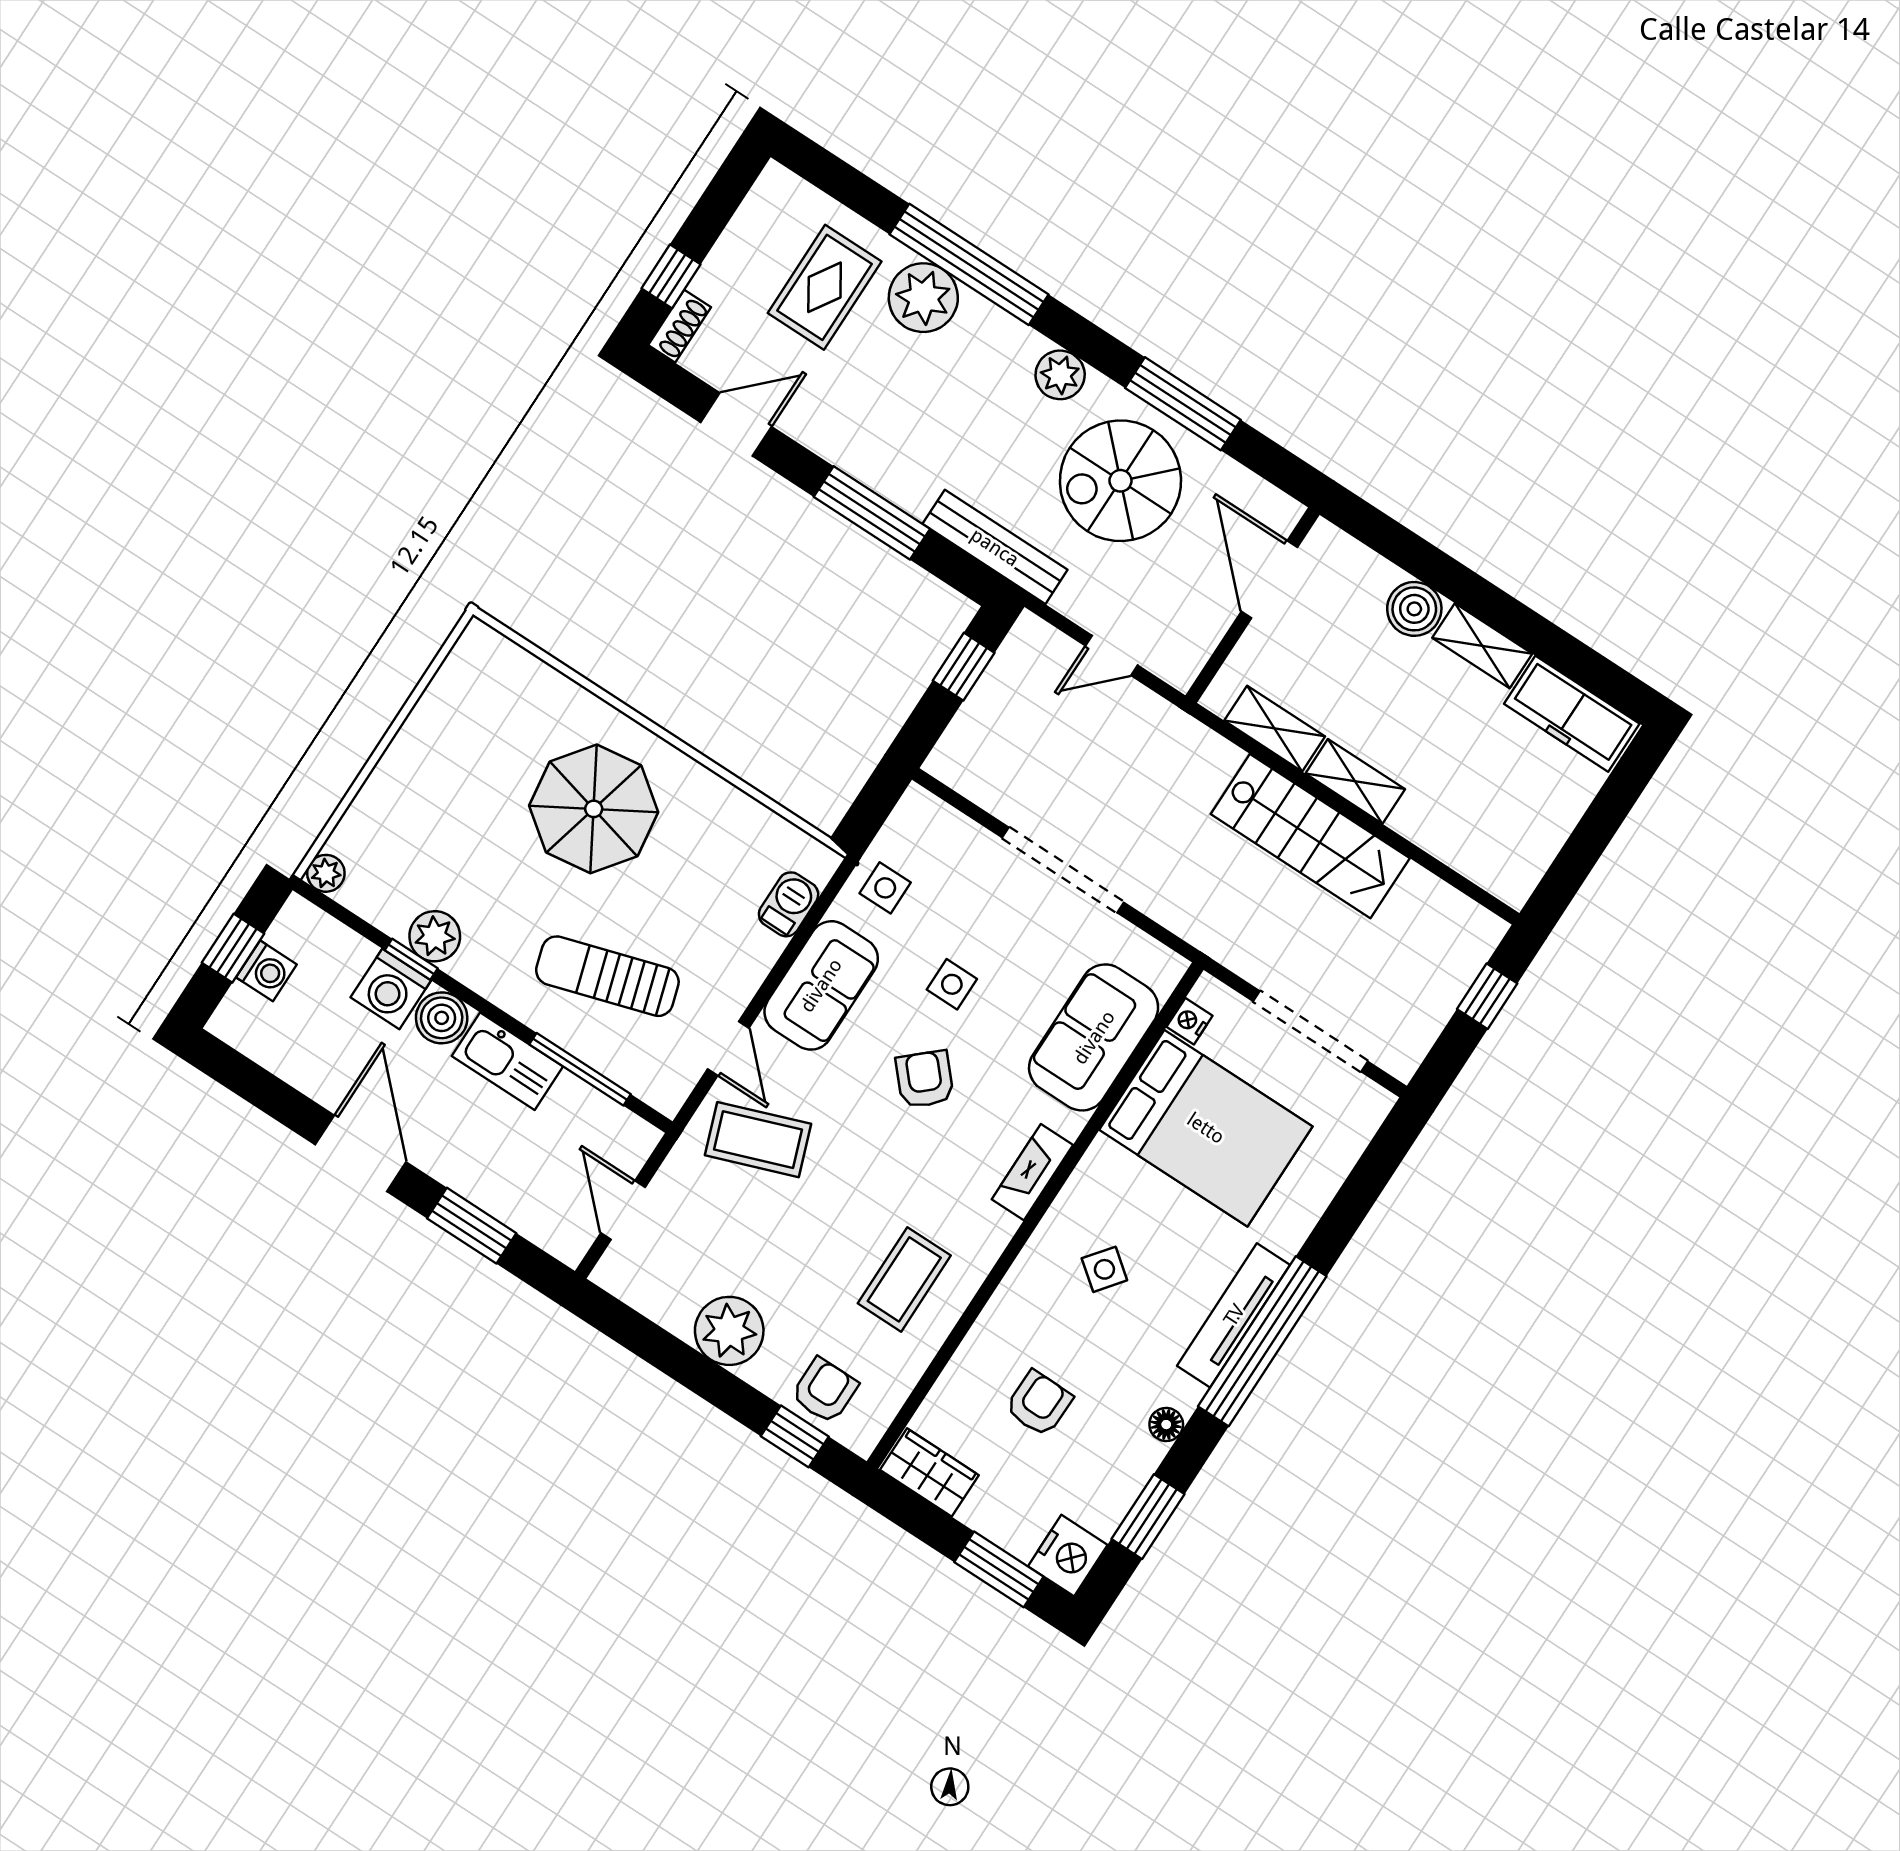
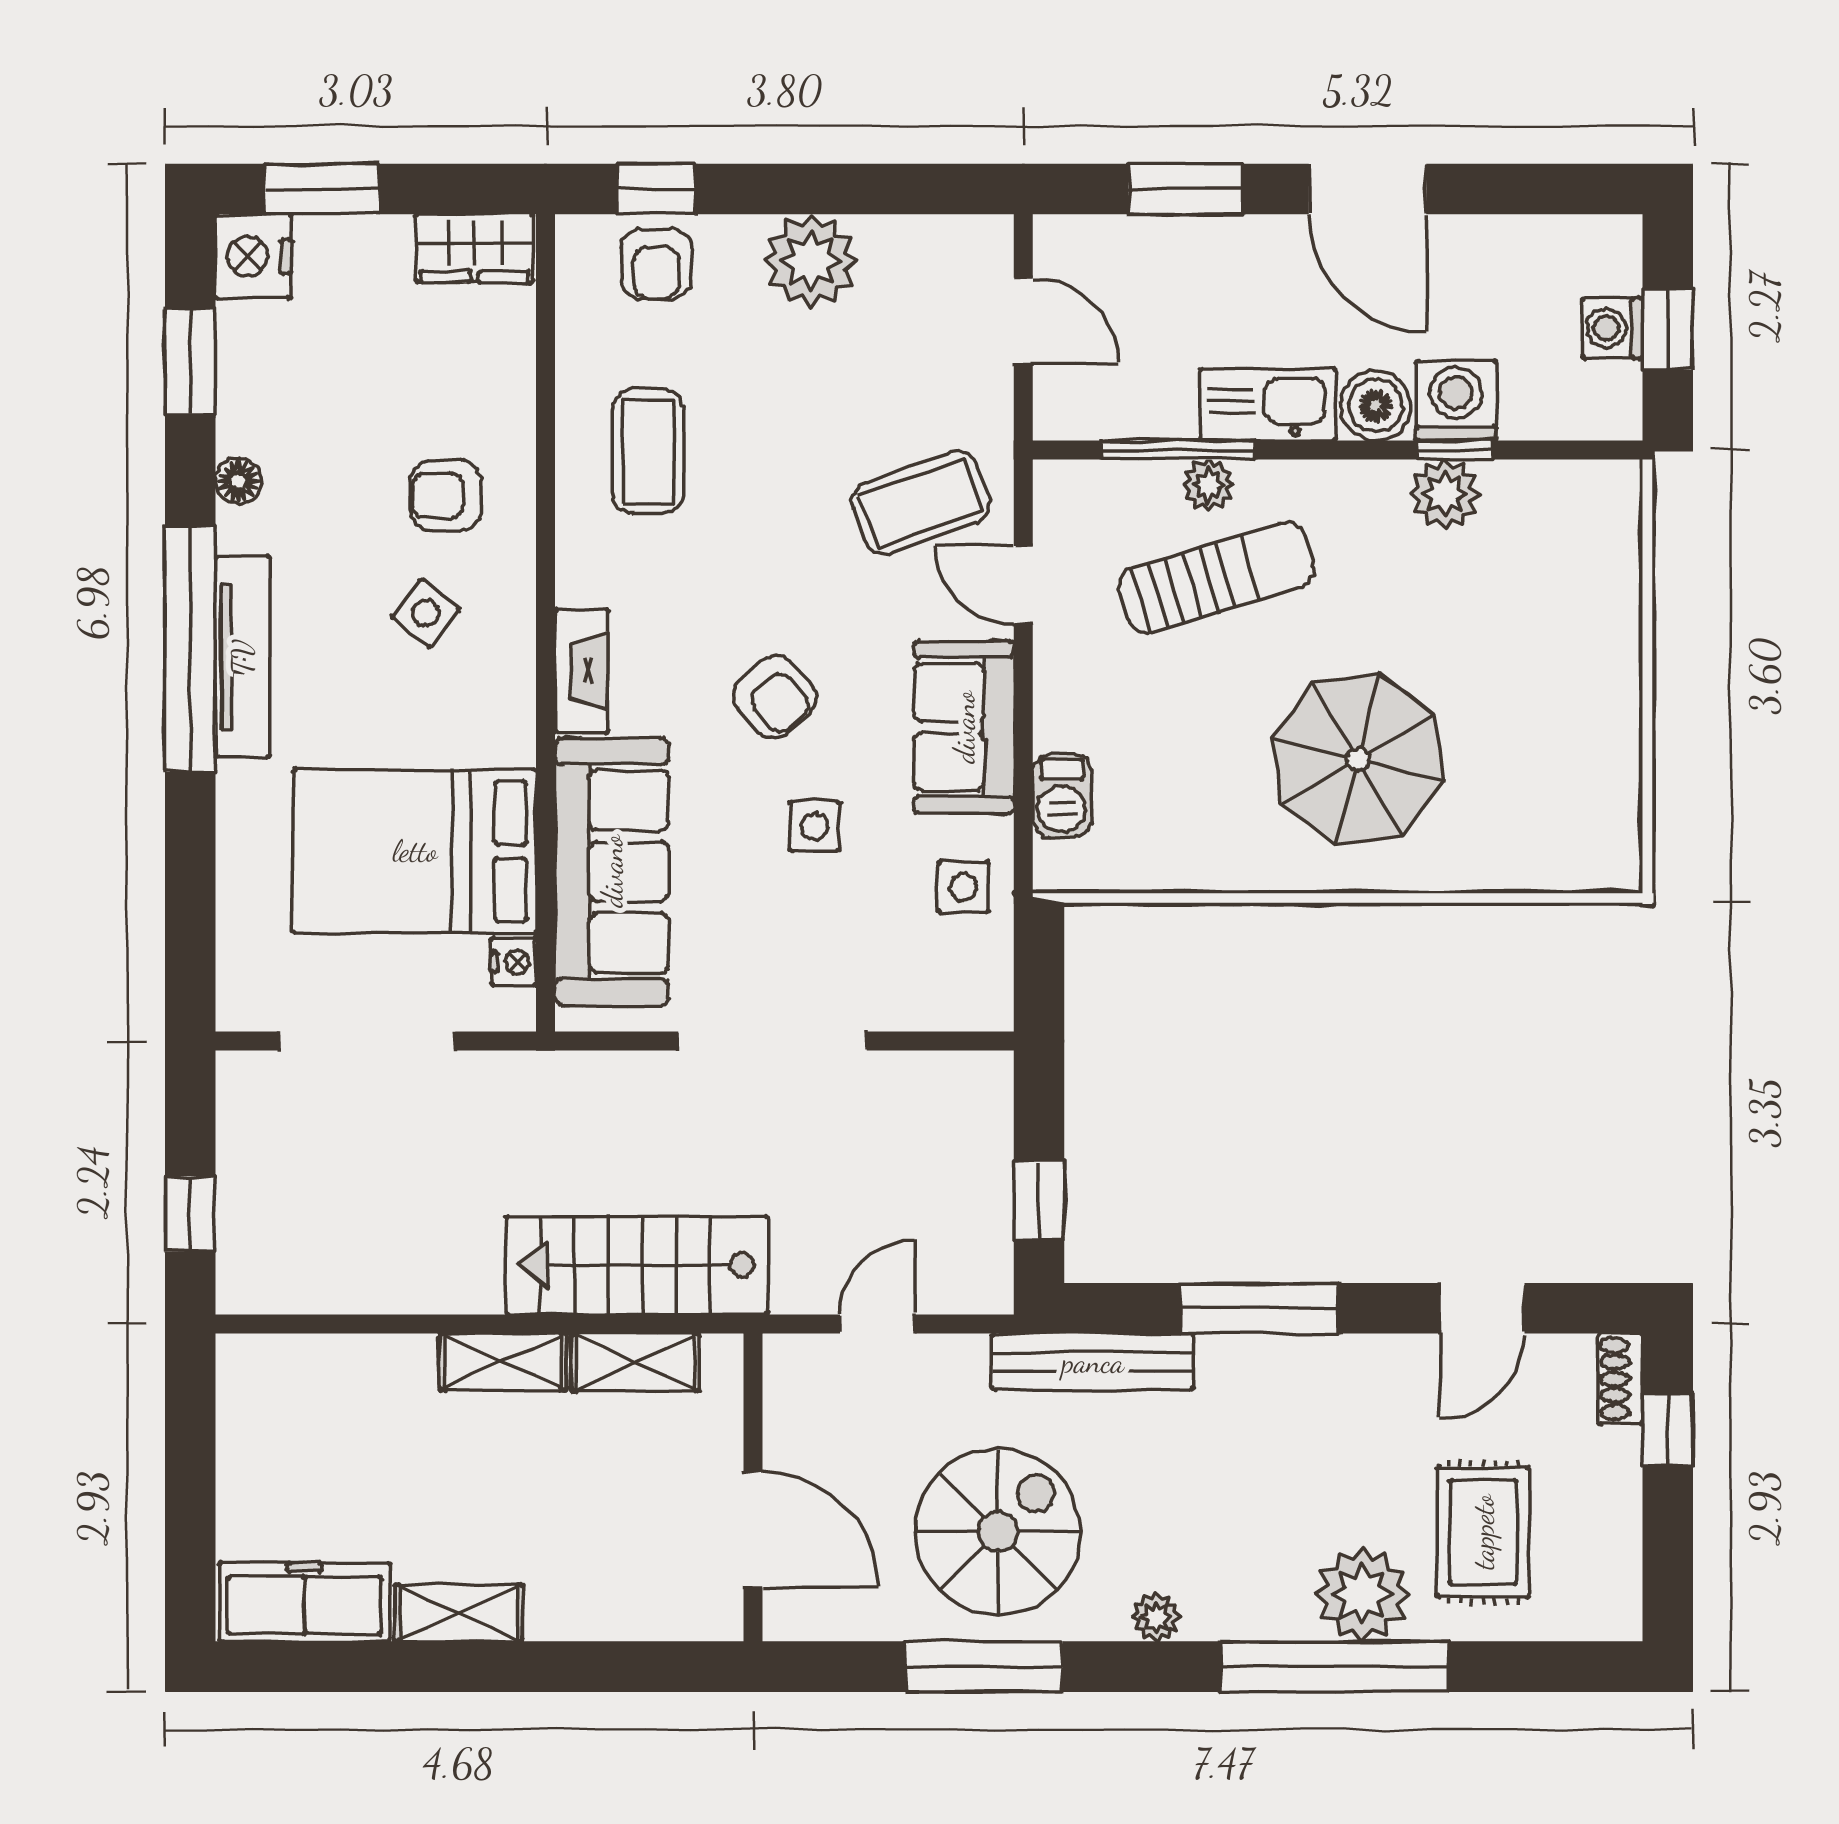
plant: (1060, 375) -> (1156, 1617), width x0.73, depth x0.73
boiler: (1414, 609) -> (564, 1604), removed
stairs: (1310, 836) -> (637, 1265), moved
plant: (326, 873) -> (1208, 485), moved
sofa: (1094, 1037) -> (612, 871), width x1.36
armchair: (1039, 1403) -> (446, 496), moved, turned 89

